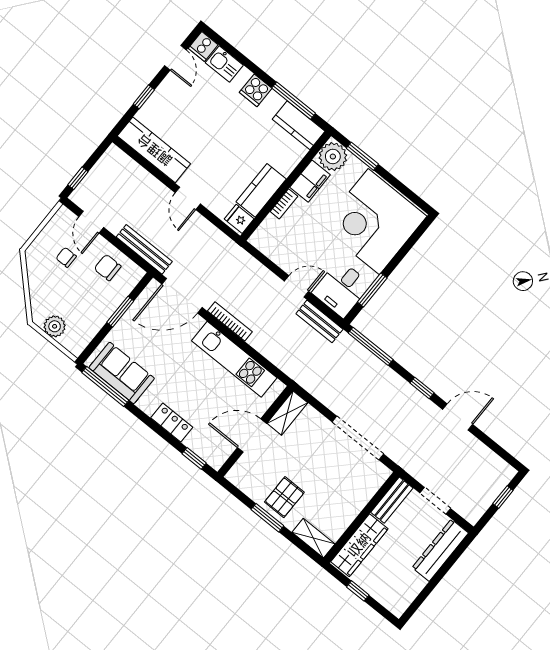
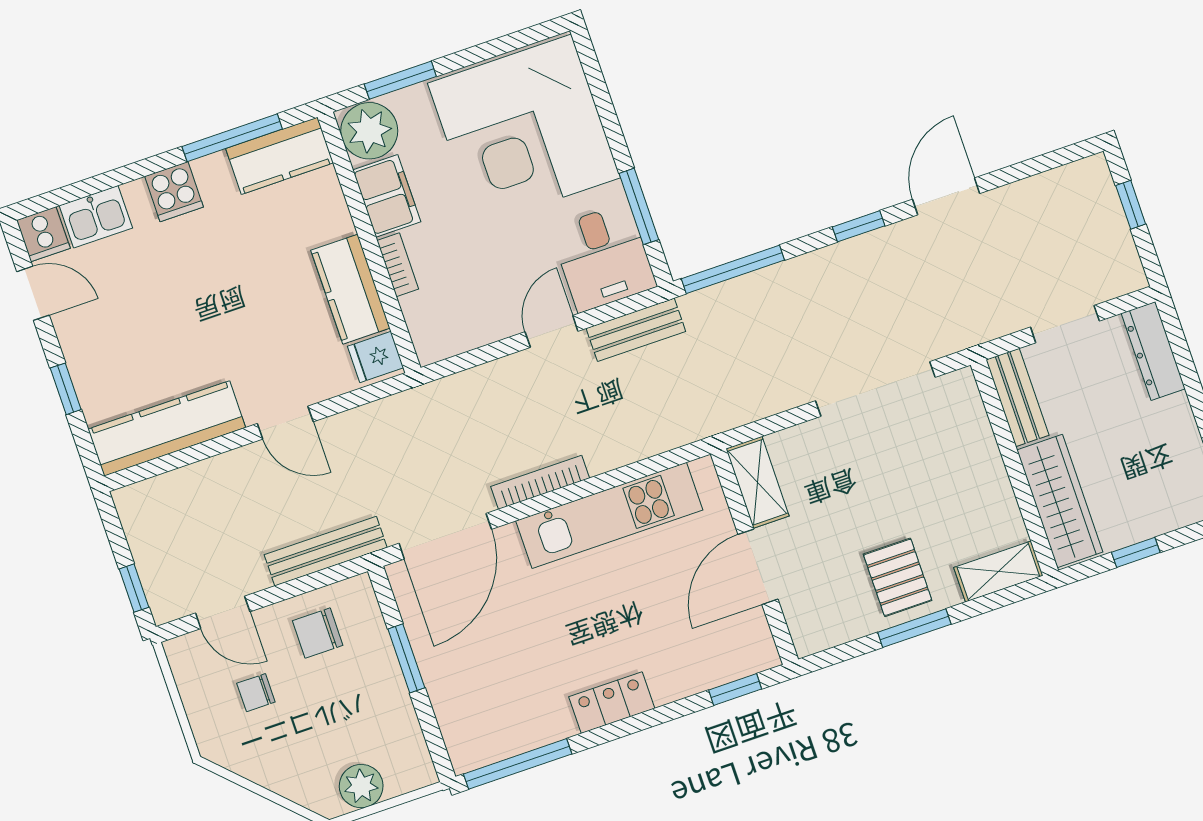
sofa: (122, 373) -> (512, 722), removed
locker: (172, 423) -> (612, 703), moved
dresser: (440, 550) -> (1153, 351), width x0.73, depth x0.80

